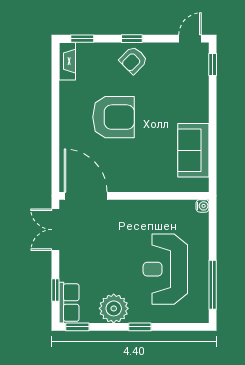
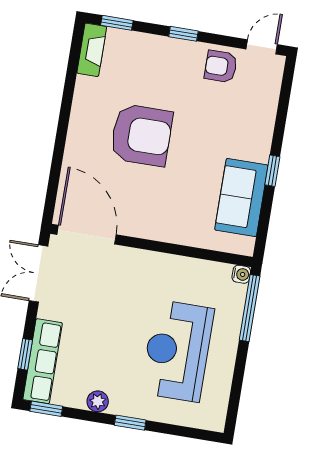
armchair: (133, 60) -> (221, 66), moved, turned 45
window: (213, 64) -> (272, 171), moved
window: (213, 285) -> (250, 308), moved
row of seats: (69, 303) -> (43, 361), width x1.48
plant: (114, 308) -> (98, 401), width x0.53, depth x0.53

